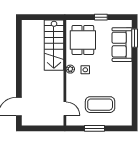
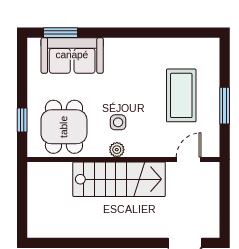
window: (101, 17) -> (22, 120), moved
dining table: (83, 40) -> (64, 127), turned 90
stairs: (54, 45) -> (119, 179), moved

